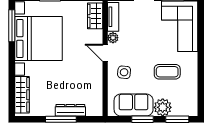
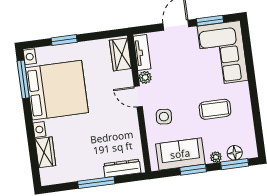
wardrobe: (22, 95) -> (45, 152), width x0.67
plant: (163, 107) -> (216, 157), width x0.53, depth x0.53
dresser: (70, 110) -> (122, 168), moved
floor lamp: (179, 110) -> (235, 153), added

